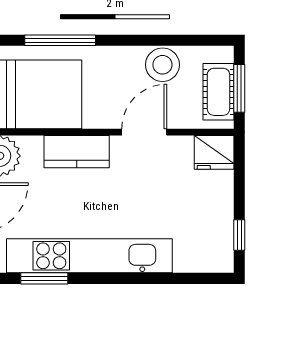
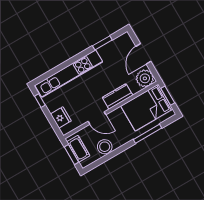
door: (144, 132) -> (97, 118), hinge flipped
fridge: (214, 152) -> (61, 117), moved, turned 90
kitchen unit: (89, 256) -> (69, 74), moved

